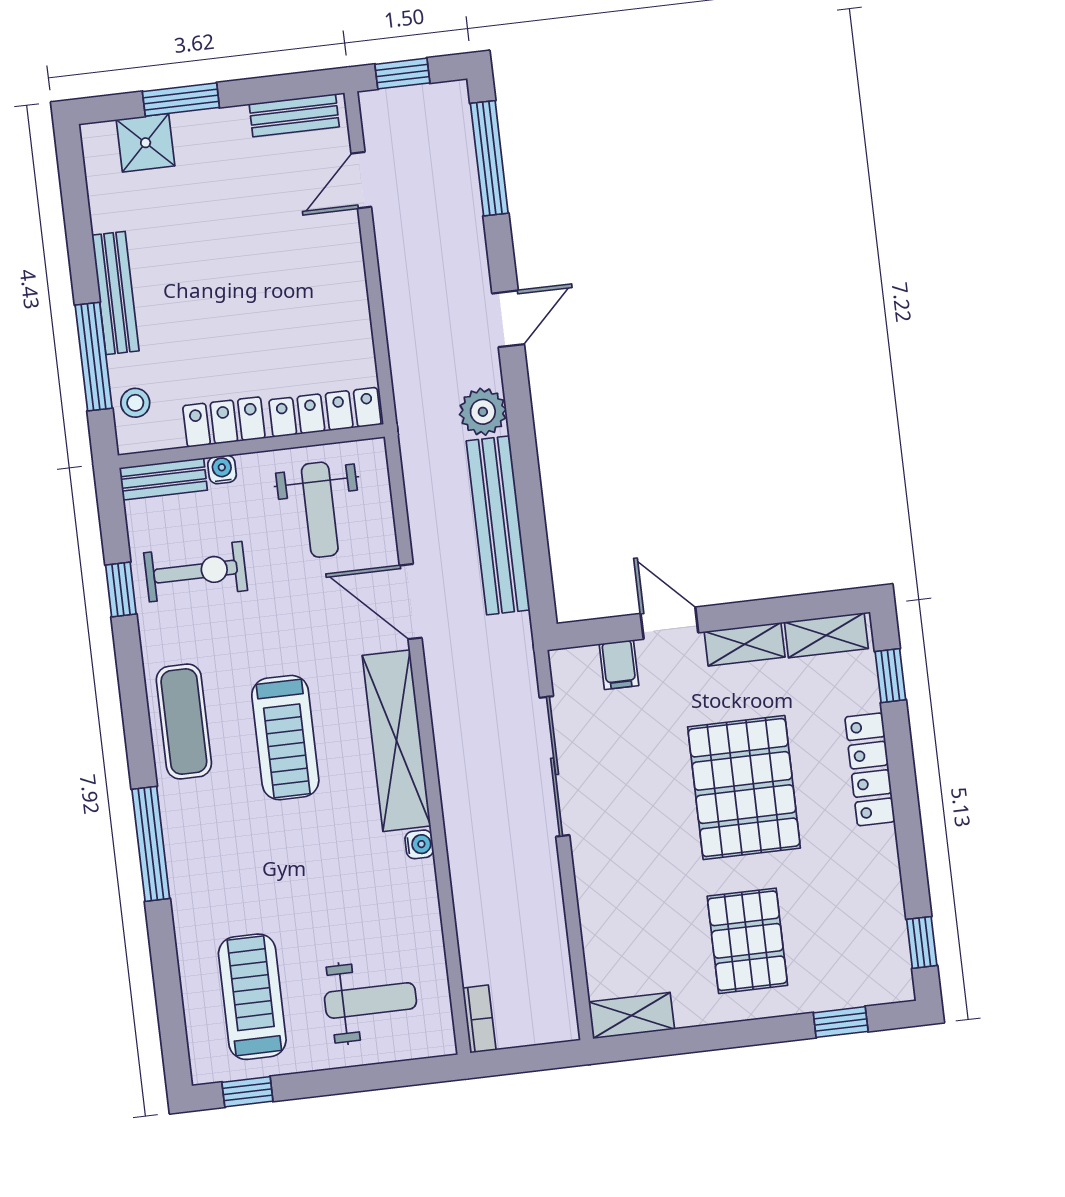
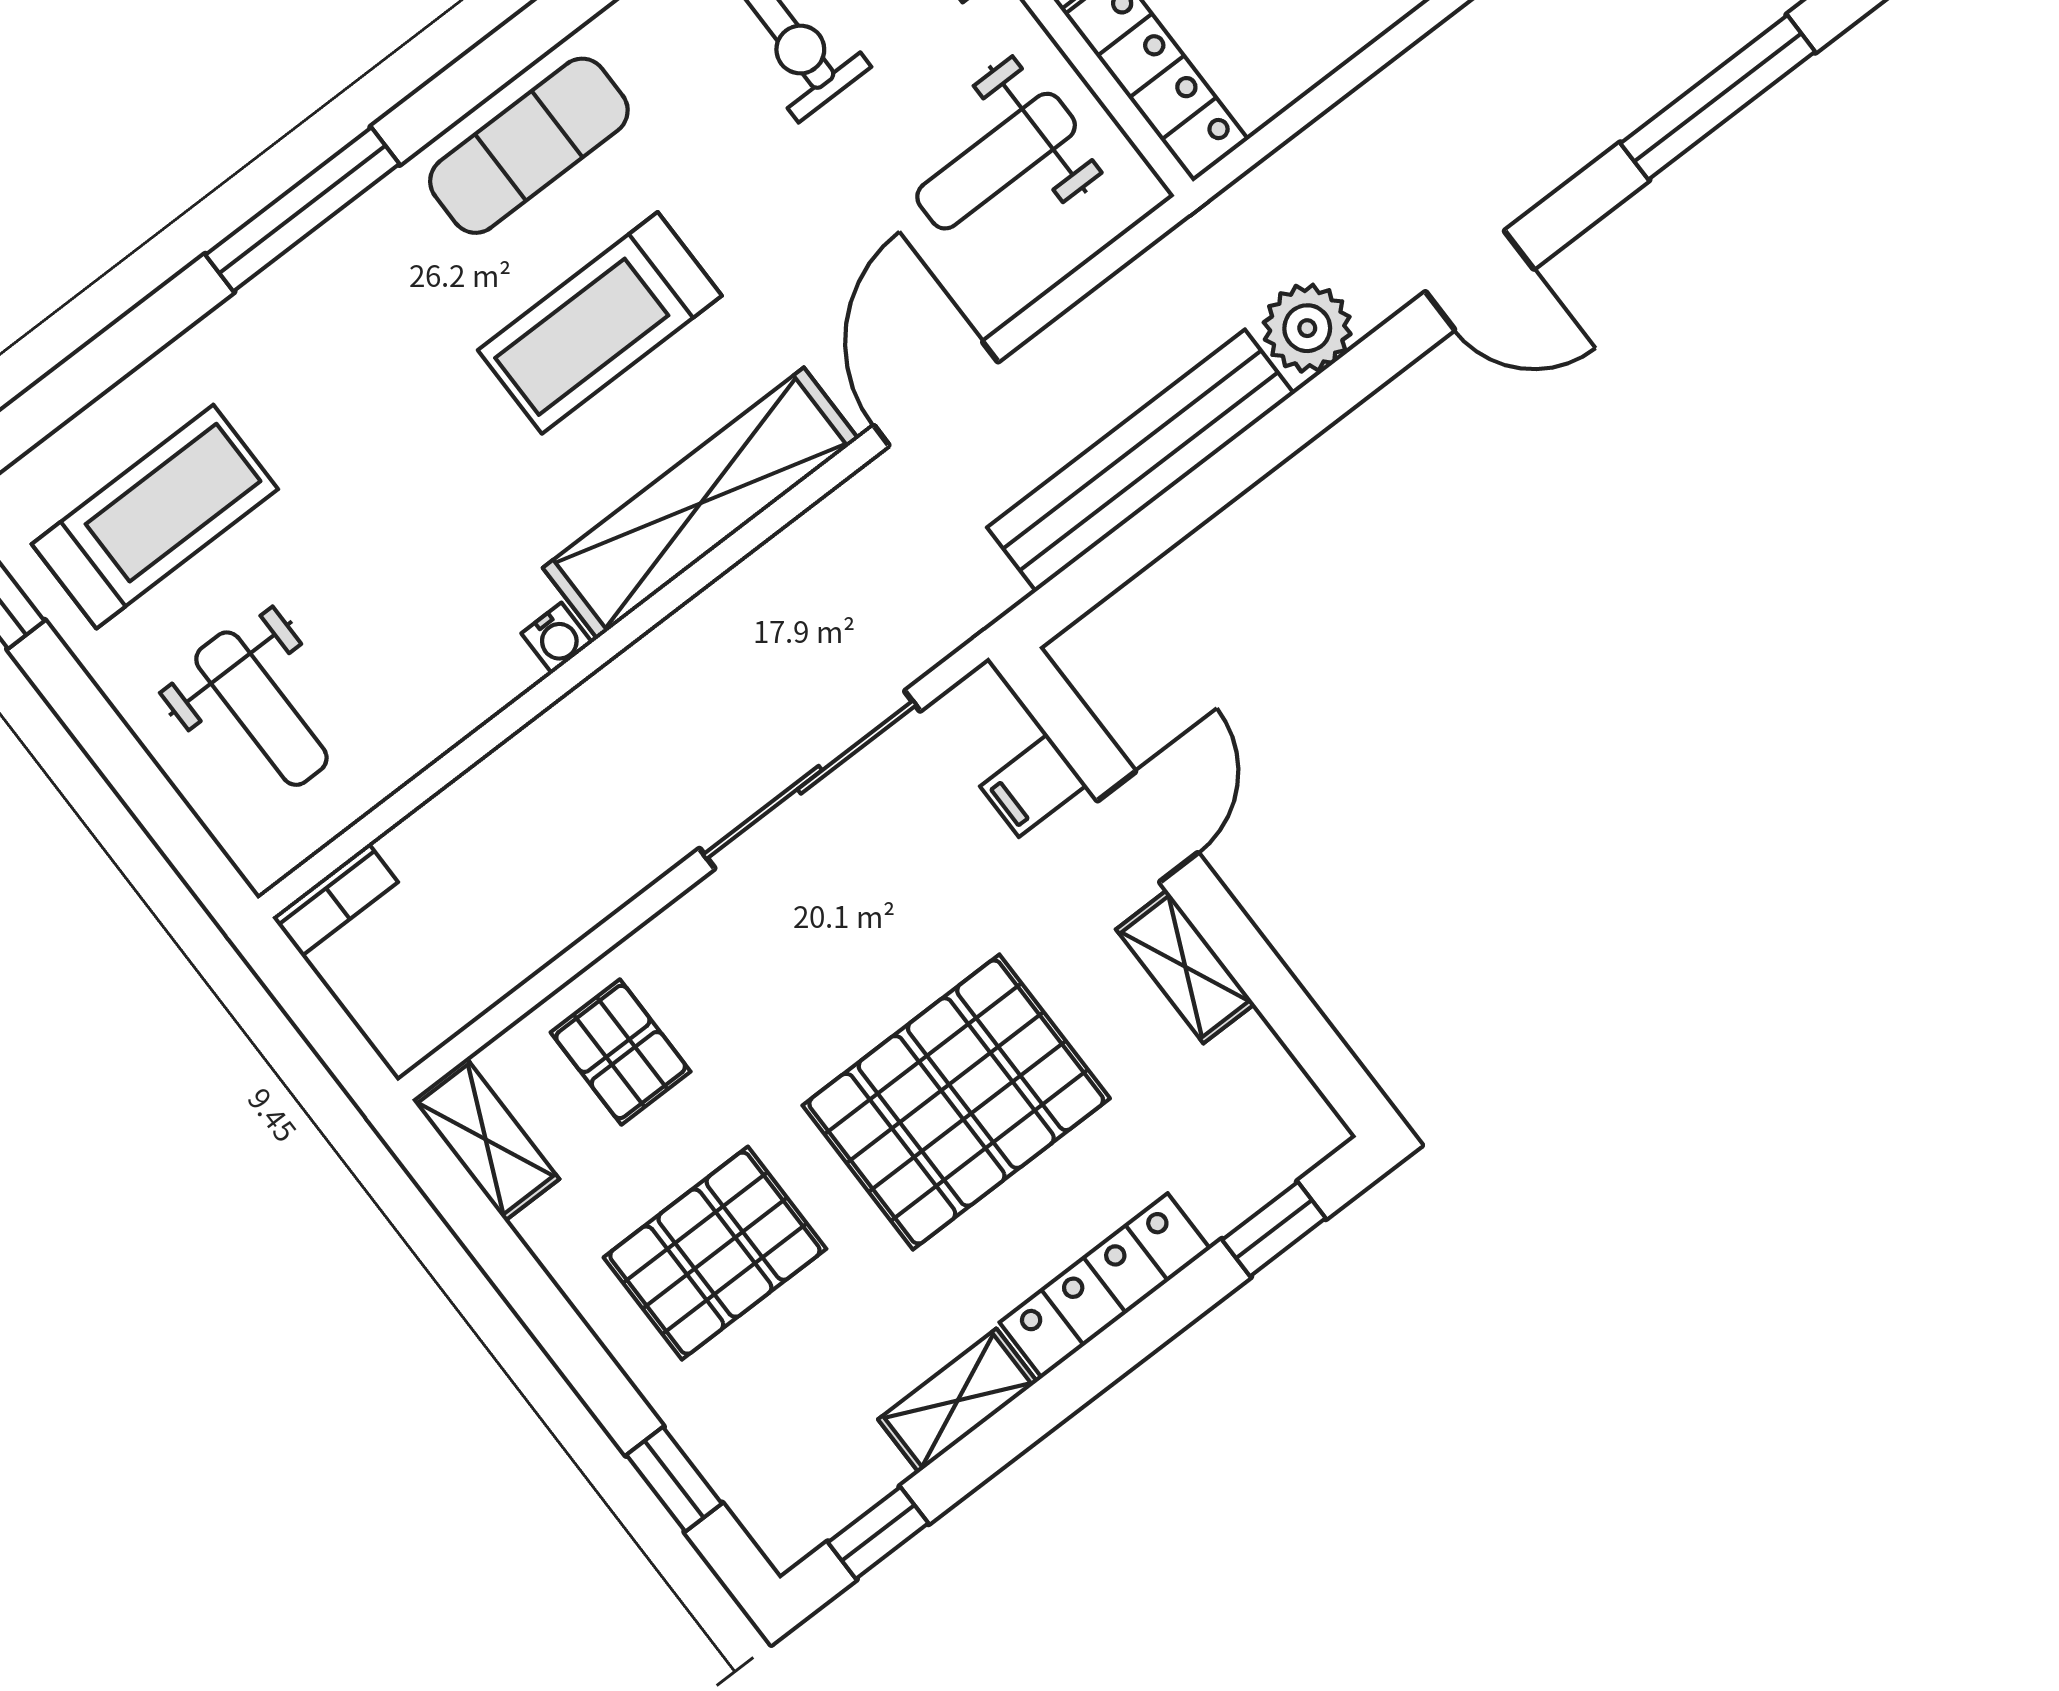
shelving: (826, 635) -> (958, 1401), moved, turned 90
pallet: (628, 929) -> (621, 1052), added

